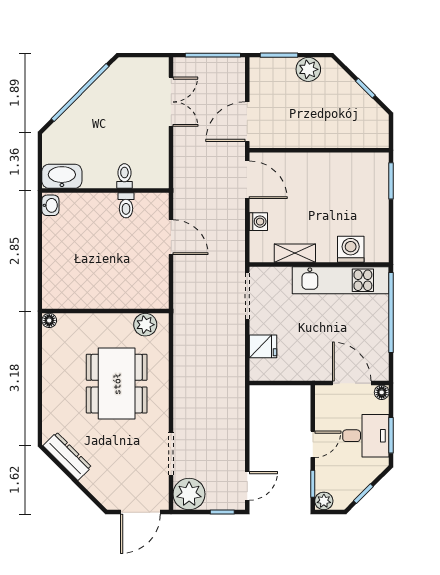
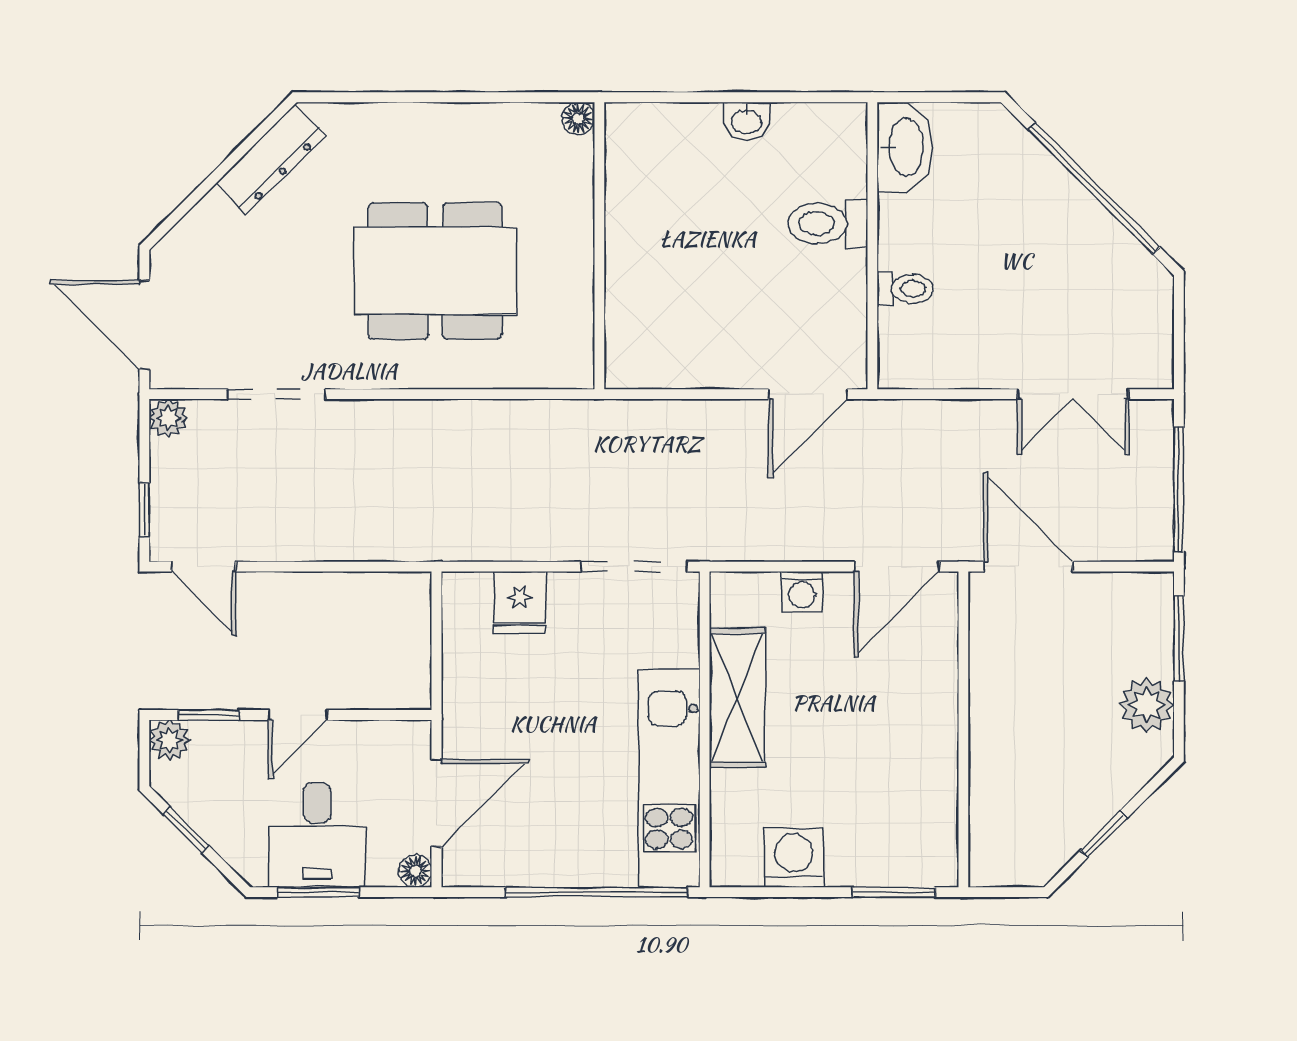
washbasin: (50, 205) -> (747, 121), moved
toilet: (126, 205) -> (828, 223), moved, width x1.37, depth x1.39
door: (171, 237) -> (808, 394), moved
washing machine: (351, 249) -> (794, 858), moved, turned -90
shelving: (295, 253) -> (737, 698), width x1.50, depth x1.33
plant: (145, 325) -> (569, 336), removed
door: (313, 444) -> (298, 715), hinge flipped
plant: (189, 494) -> (168, 418), width x0.53, depth x0.53

